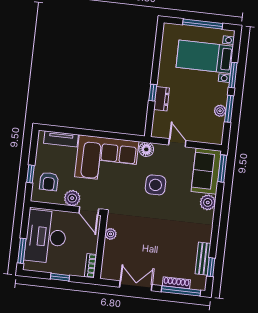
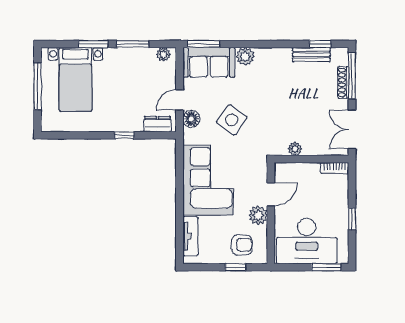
dresser: (162, 99) -> (157, 124), moved
plant: (220, 111) -> (163, 54), moved
floor lamp: (146, 149) -> (191, 119), moved
side table: (156, 185) -> (232, 120), turned 36
plant: (111, 234) -> (295, 149), moved
wall: (100, 247) -> (311, 159), moved
bookcase: (91, 266) -> (335, 168), moved

